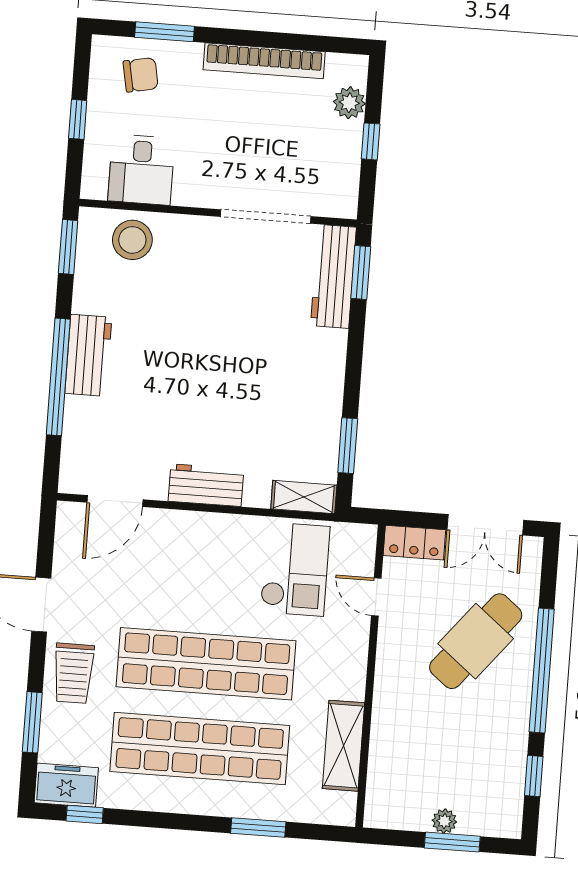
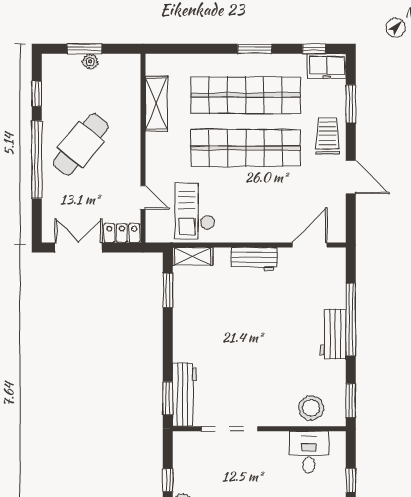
cafe table: (476, 641) -> (81, 144), moved
window: (258, 828) -> (255, 49), moved

